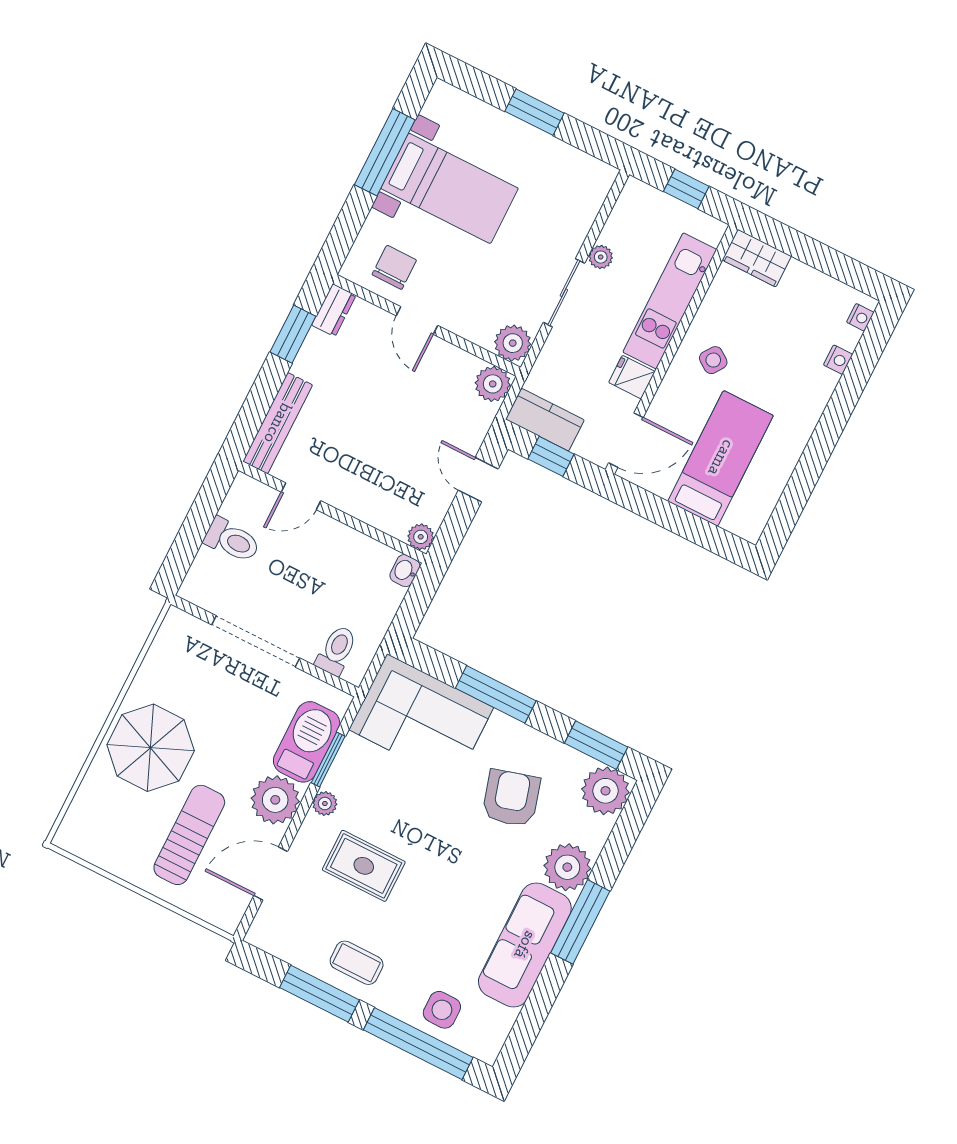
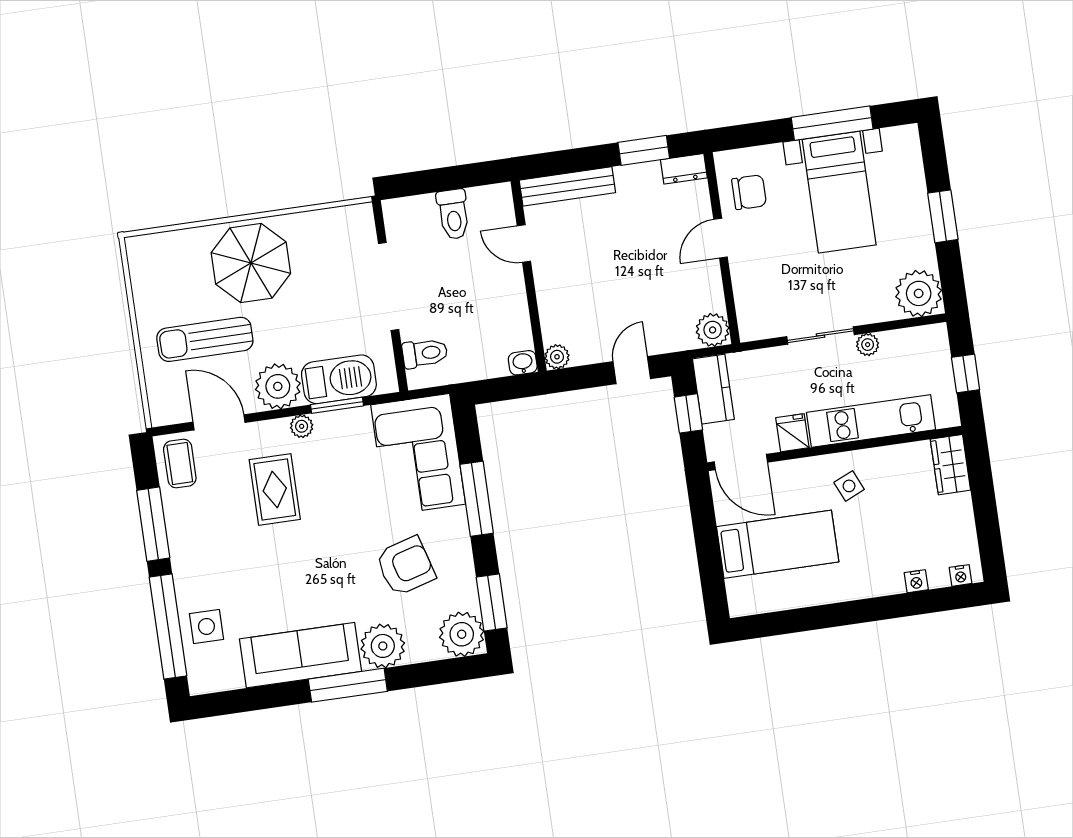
plant: (513, 343) -> (919, 293), moved, width x1.36, depth x1.36
side table: (713, 360) -> (849, 486), turned 31
sun lounger: (189, 835) -> (205, 339), turned 180
coffee table: (357, 963) -> (180, 464), moved

